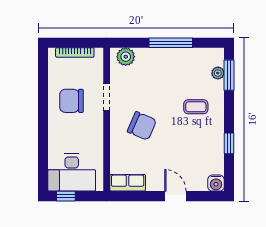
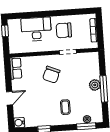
plant: (126, 57) -> (95, 85), moved
chair: (72, 101) -> (64, 30), turned -90
desk: (72, 173) -> (36, 29), moved, turned 90

